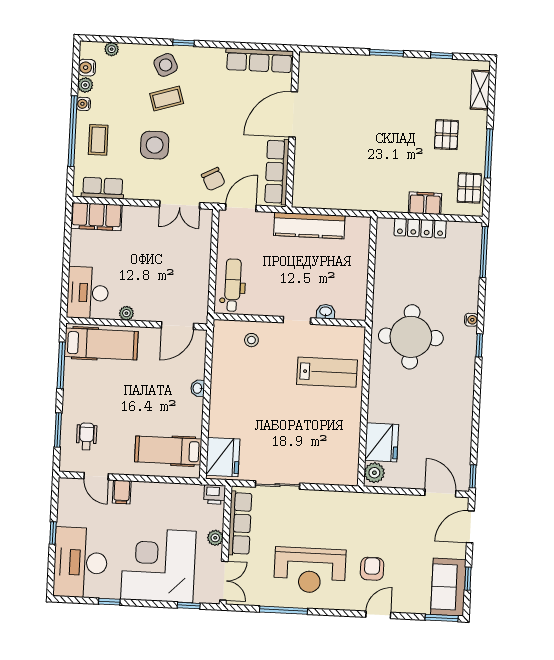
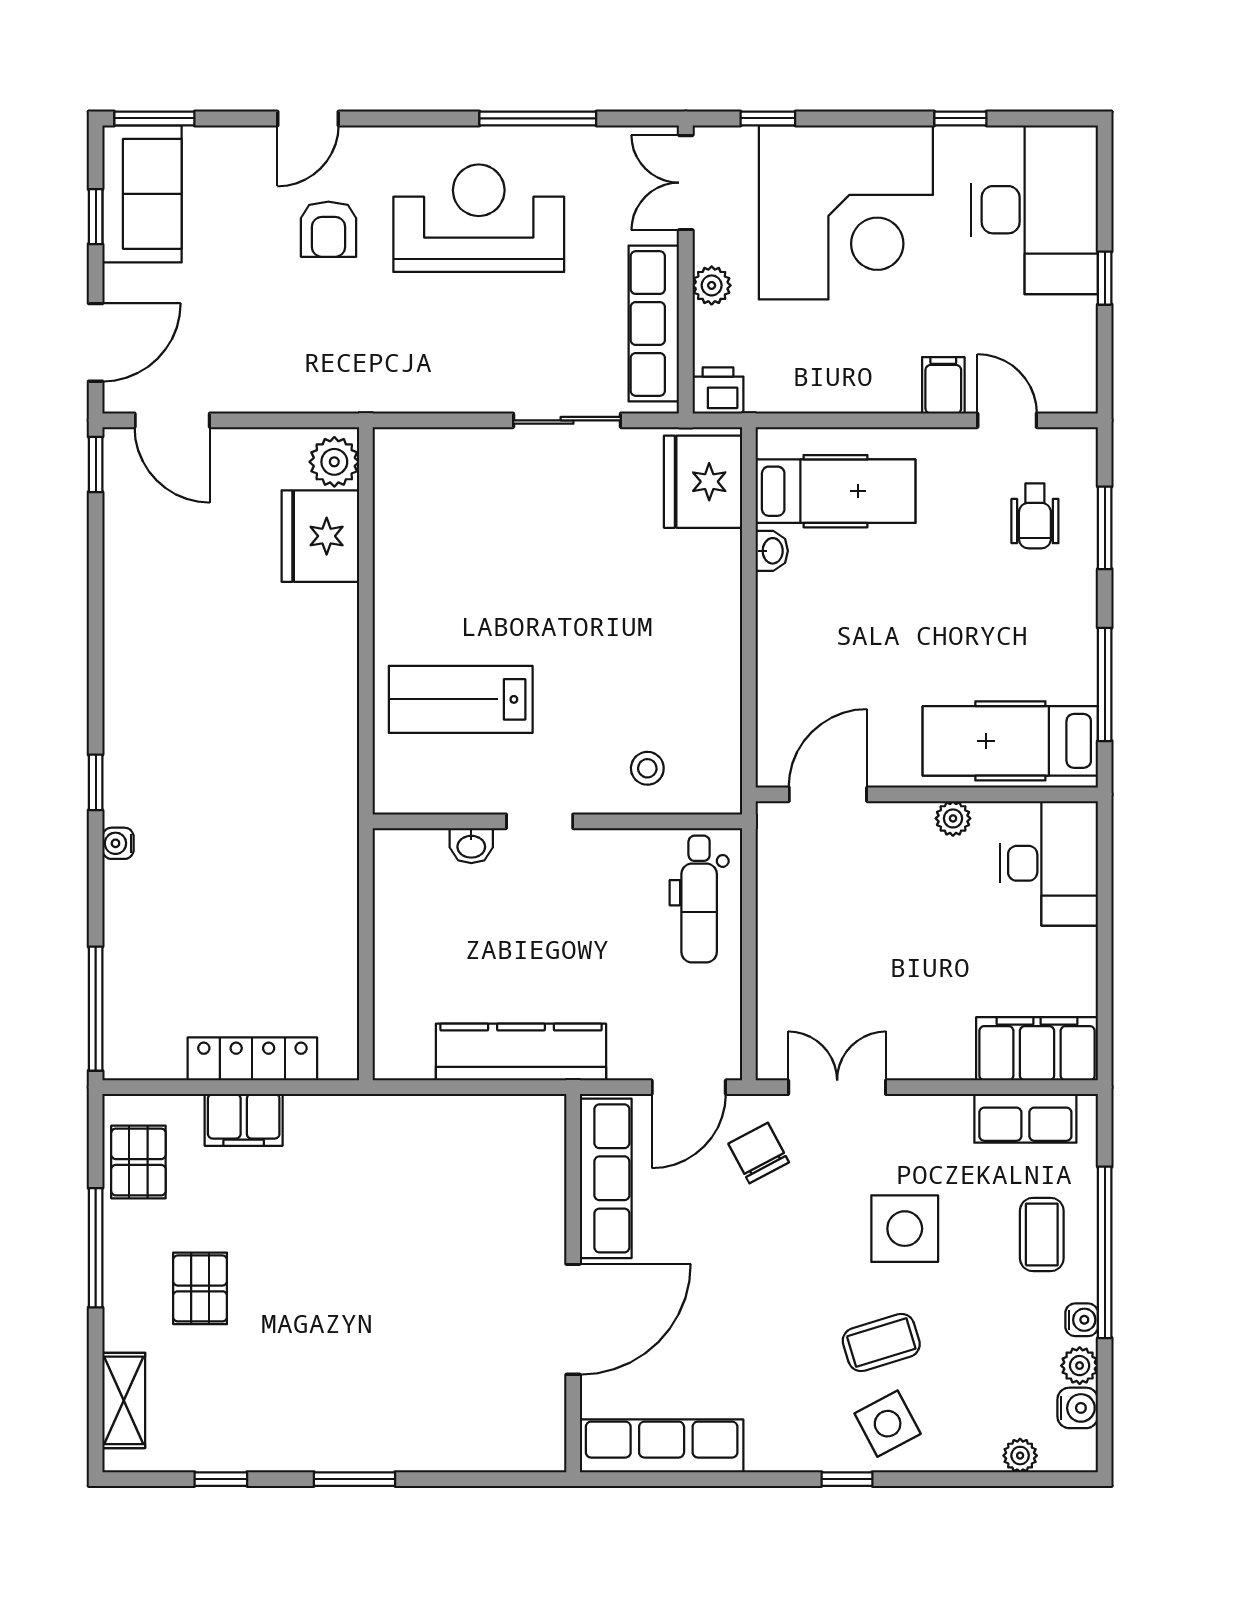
round table: (411, 337) -> (262, 795), removed
washbasin: (198, 388) -> (772, 551), moved

